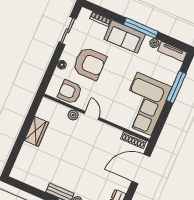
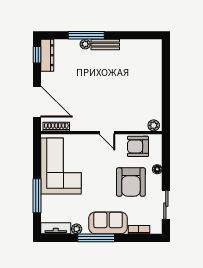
armchair: (89, 64) -> (131, 182), turned -90
armchair: (70, 92) -> (138, 146), turned 180
plant: (73, 115) -> (154, 125), moved
wardrobe: (36, 131) -> (154, 94), removed
door: (141, 169) -> (37, 102), hinge flipped

